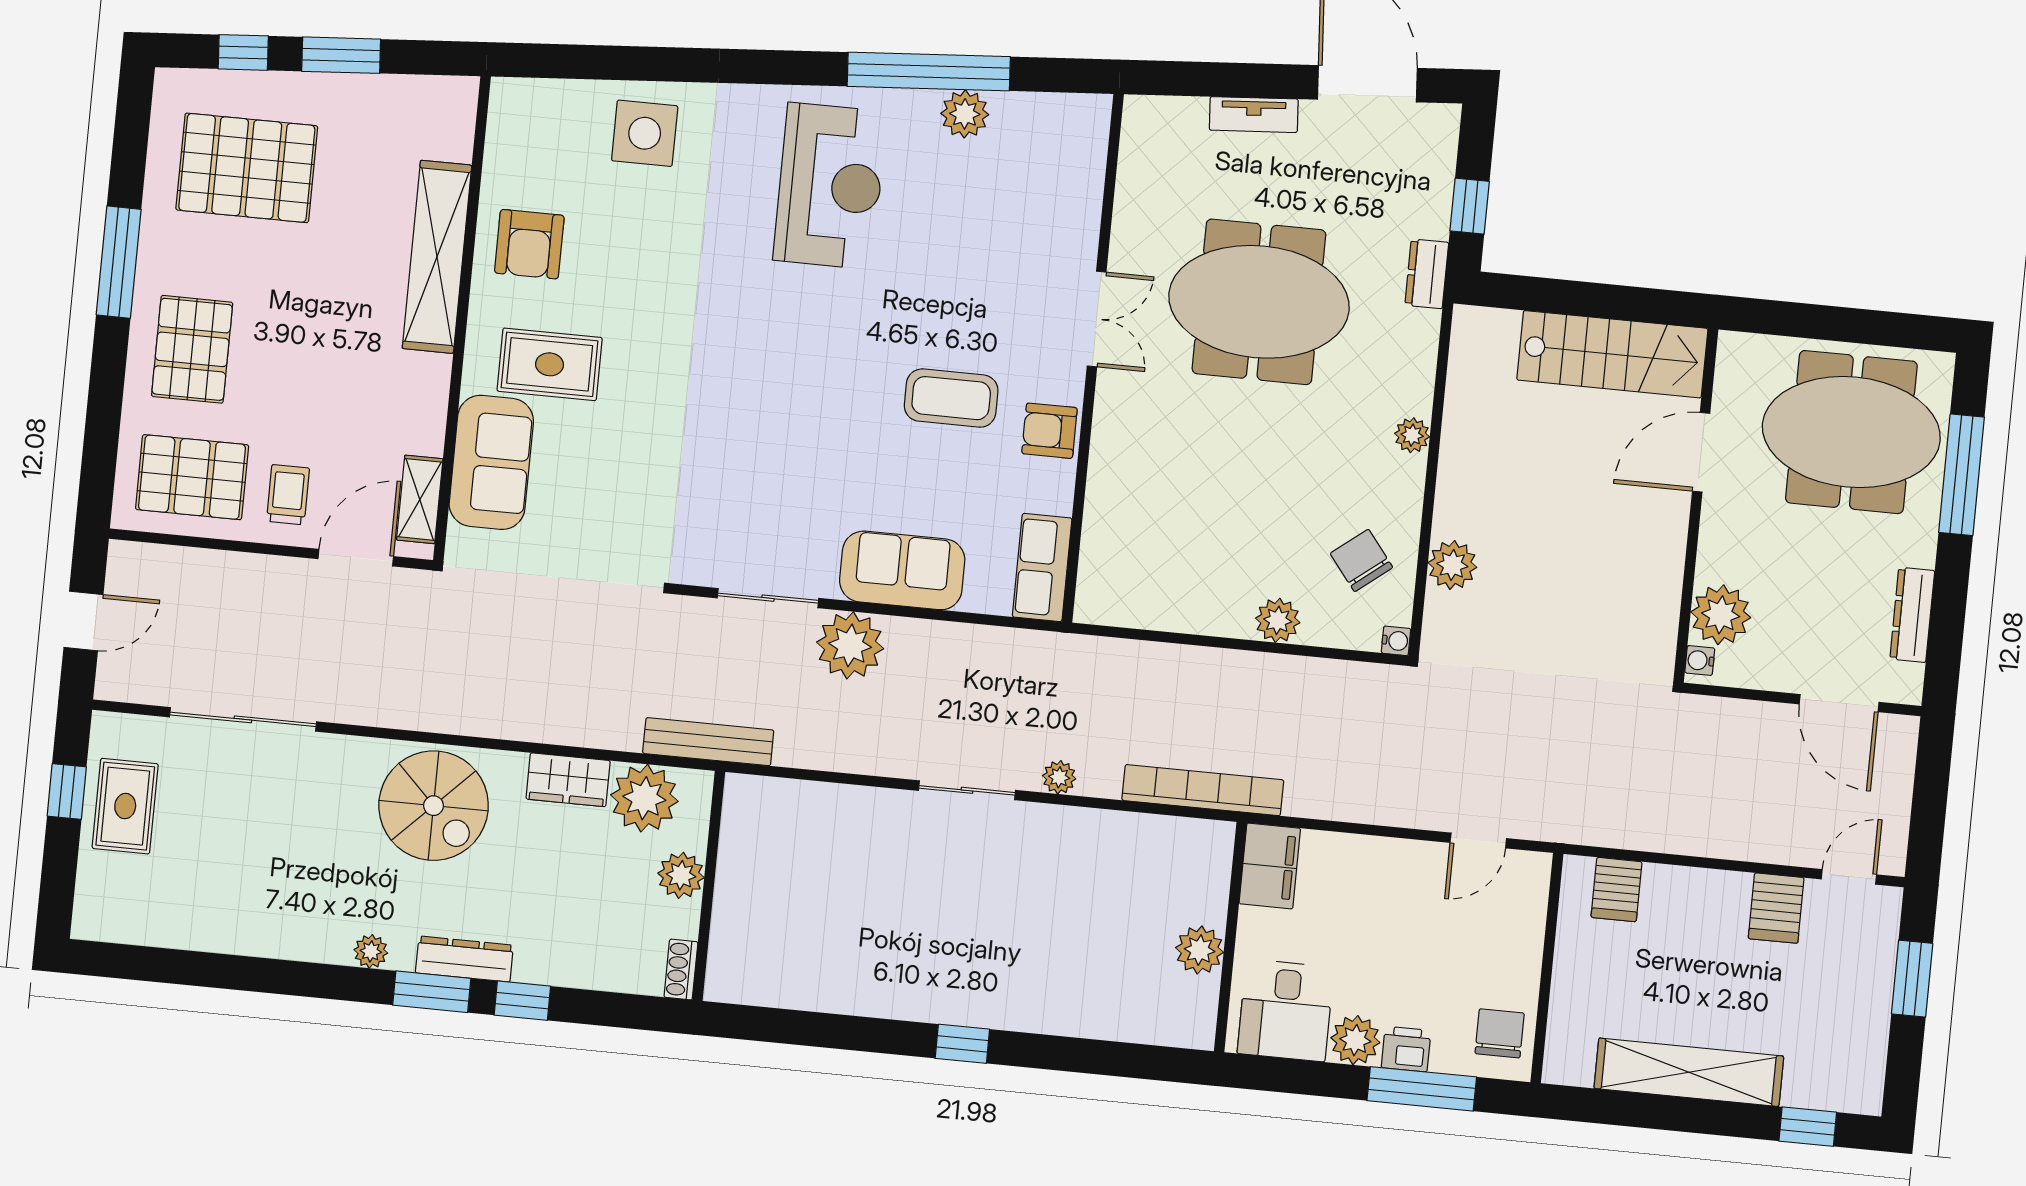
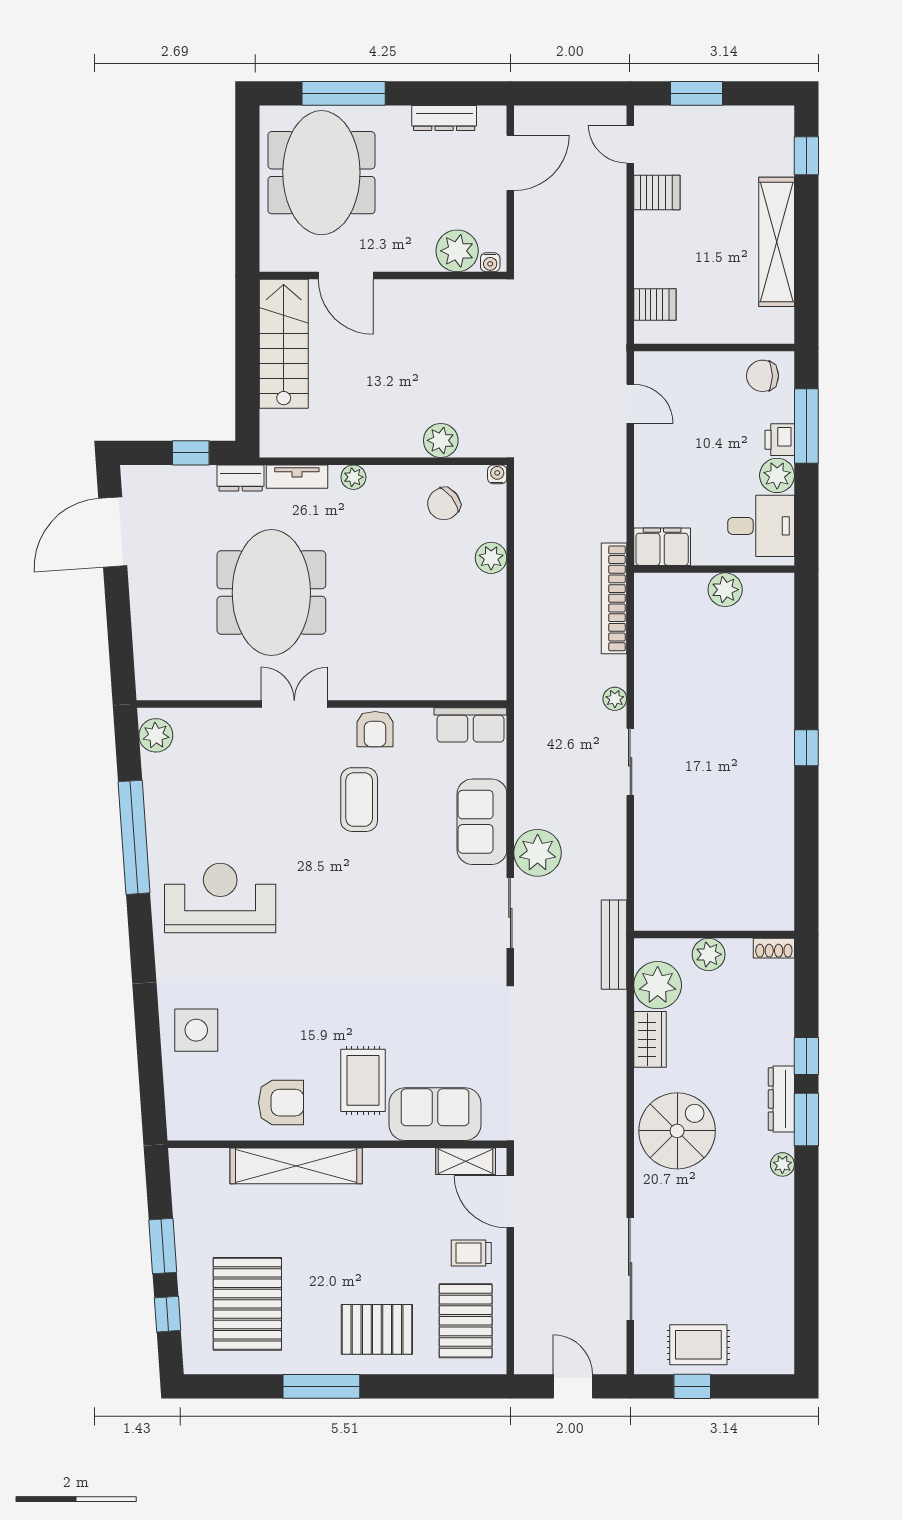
plant: (965, 114) -> (156, 735), moved
tv unit: (1254, 115) -> (297, 477), moved, turned 94

